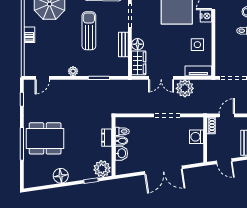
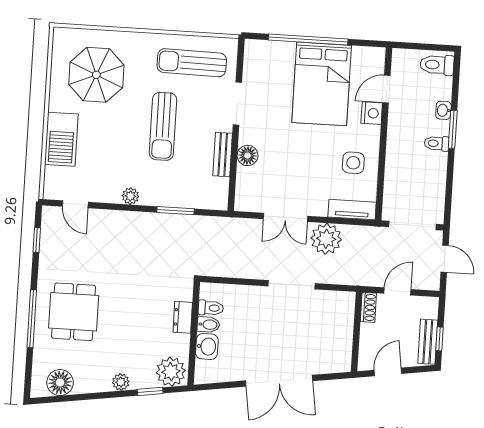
sun lounger: (89, 31) -> (163, 126), turned 180
barbecue: (29, 35) -> (61, 139), width x1.88, depth x1.53
wardrobe: (139, 63) -> (247, 189), removed
door: (42, 78) -> (75, 204), hinge flipped
washing machine: (197, 137) -> (342, 326), removed
dining table: (45, 138) -> (74, 312), width x0.73
door: (224, 161) -> (388, 372), swing flipped
floor lamp: (61, 176) -> (60, 383), moved
plant: (74, 176) -> (121, 382), added

